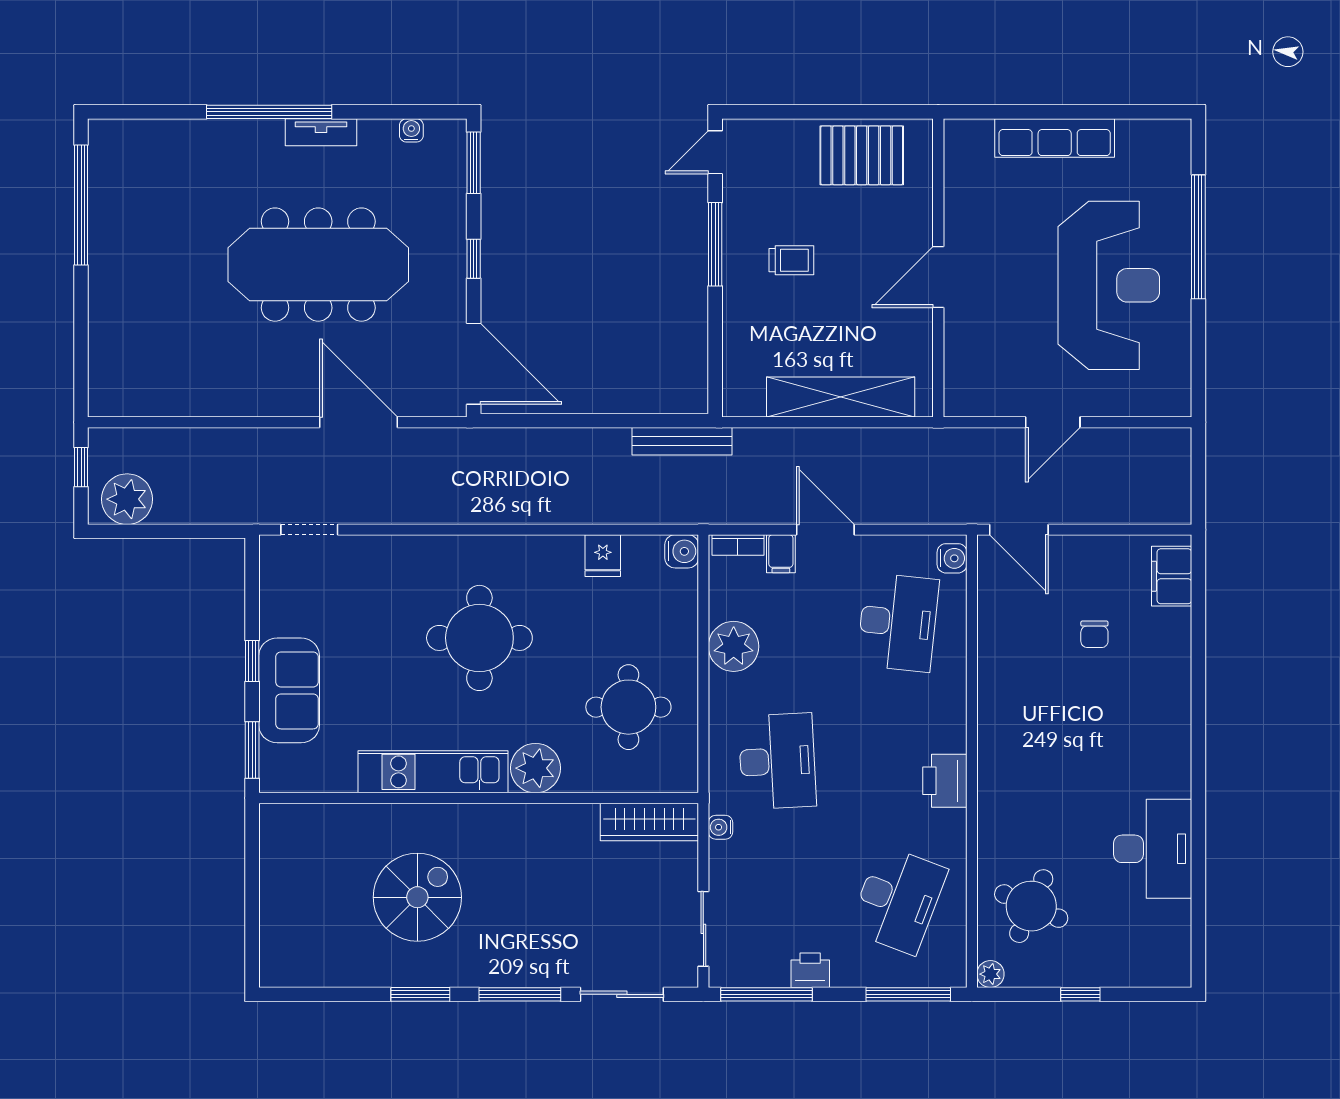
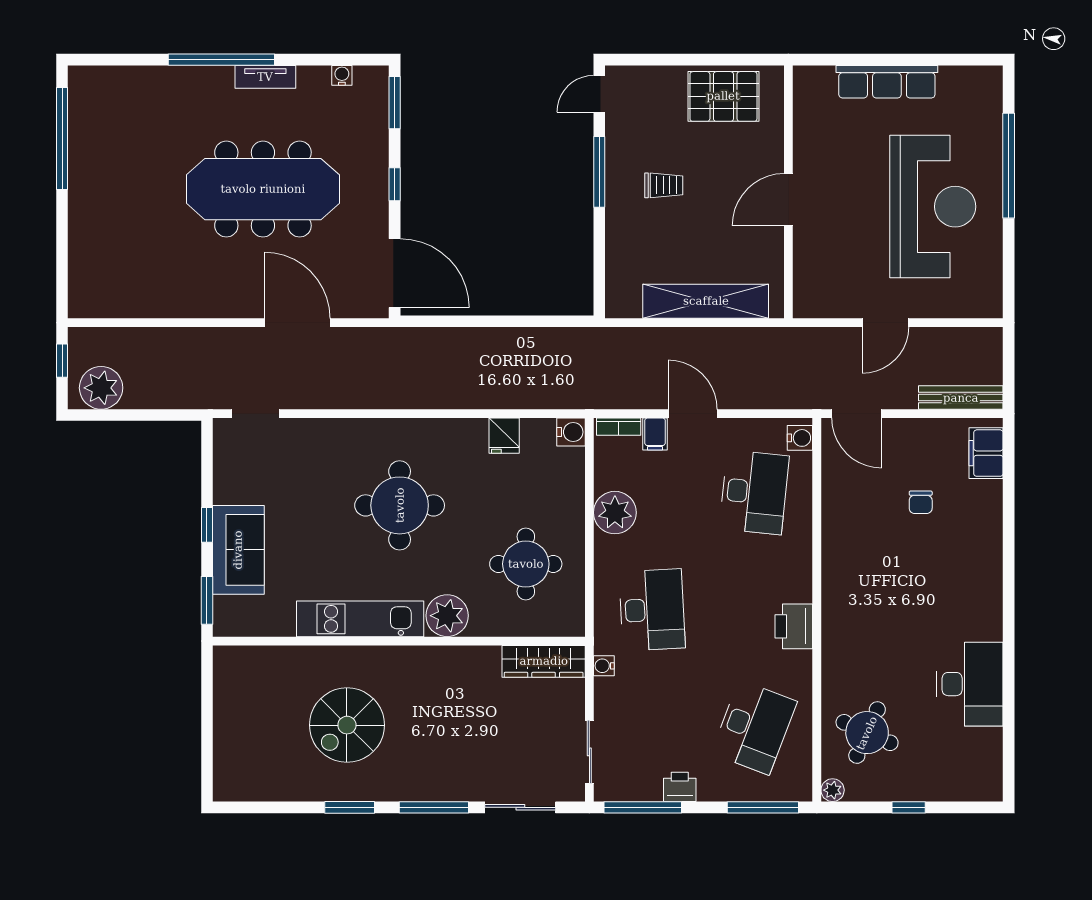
bench: (682, 441) -> (961, 398), moved
spiral stairs: (417, 897) -> (347, 725), turned 180

